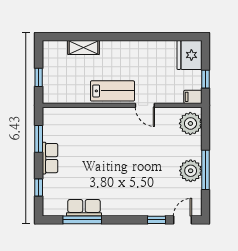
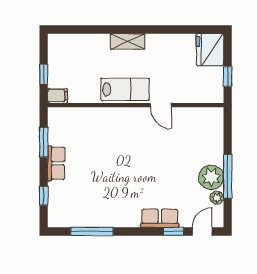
shelving: (83, 47) -> (128, 41), moved
filing cabinet: (193, 97) -> (58, 96), moved, turned 180
plant: (190, 123) -> (217, 198), moved, width x0.53, depth x0.53
row of seats: (84, 208) -> (160, 218), moved

